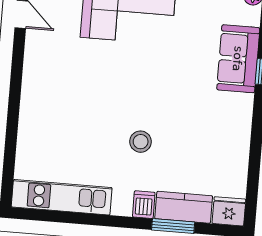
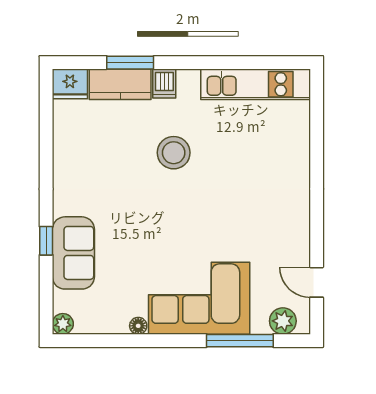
stool: (141, 142) -> (174, 153), width x1.38, depth x1.38

